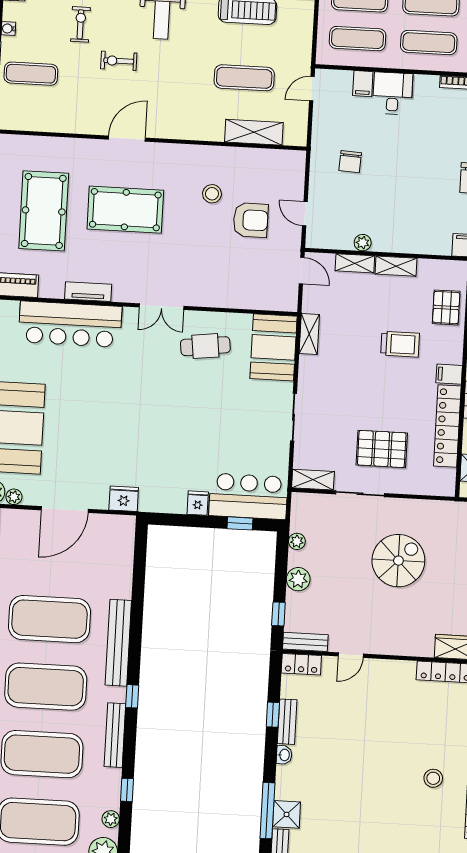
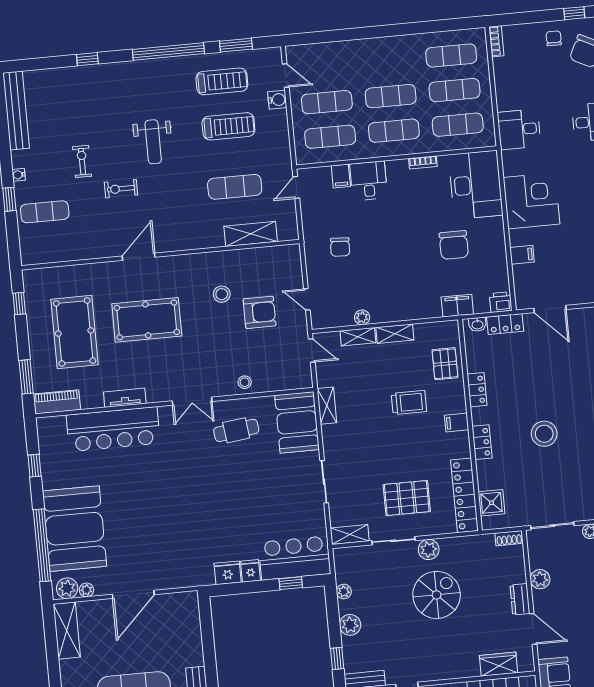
stool: (223, 294) -> (245, 382), added
locker: (447, 426) -> (464, 495), moved
fridge: (124, 499) -> (228, 573), moved
plant: (397, 509) -> (429, 550), added

